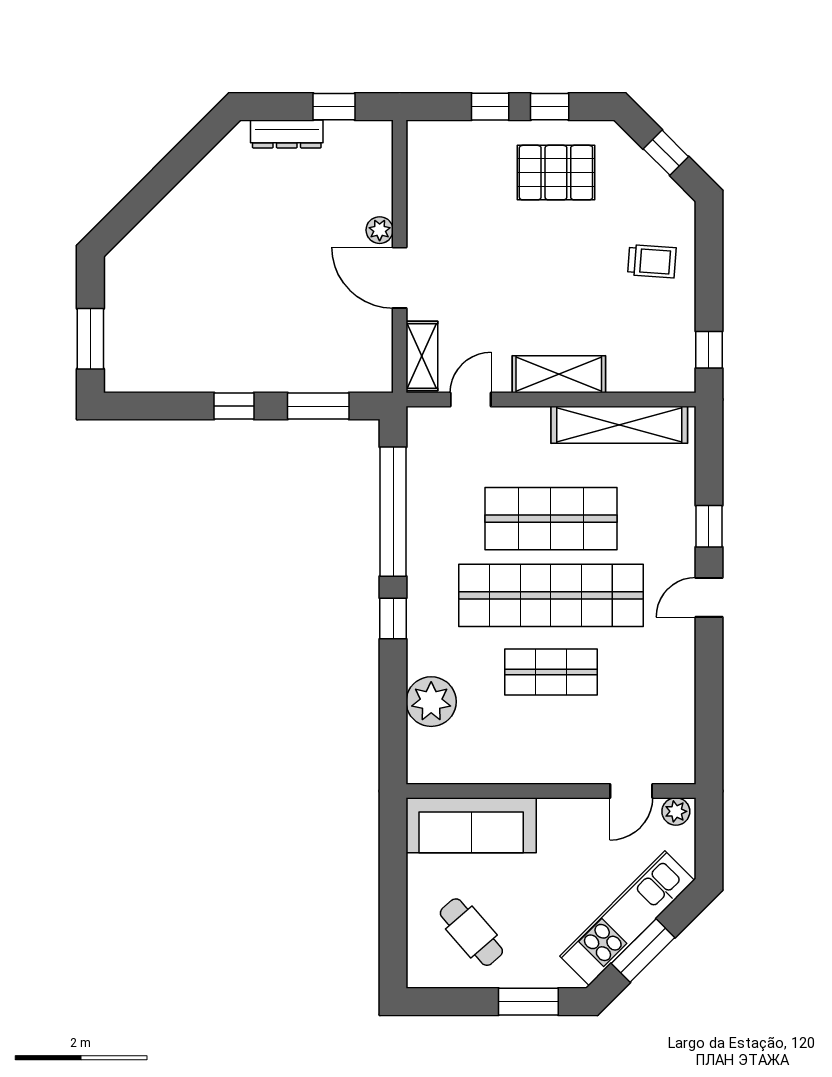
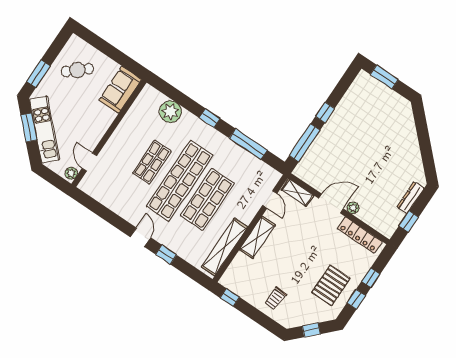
locker: (423, 182) -> (360, 235), added
window: (318, 406) -> (305, 143), width x1.44
window: (393, 512) -> (248, 144), width x0.68
sofa: (471, 825) -> (120, 90), width x0.73

